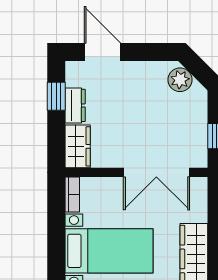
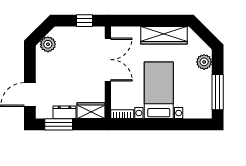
window: (56, 96) -> (59, 124), width x1.50

